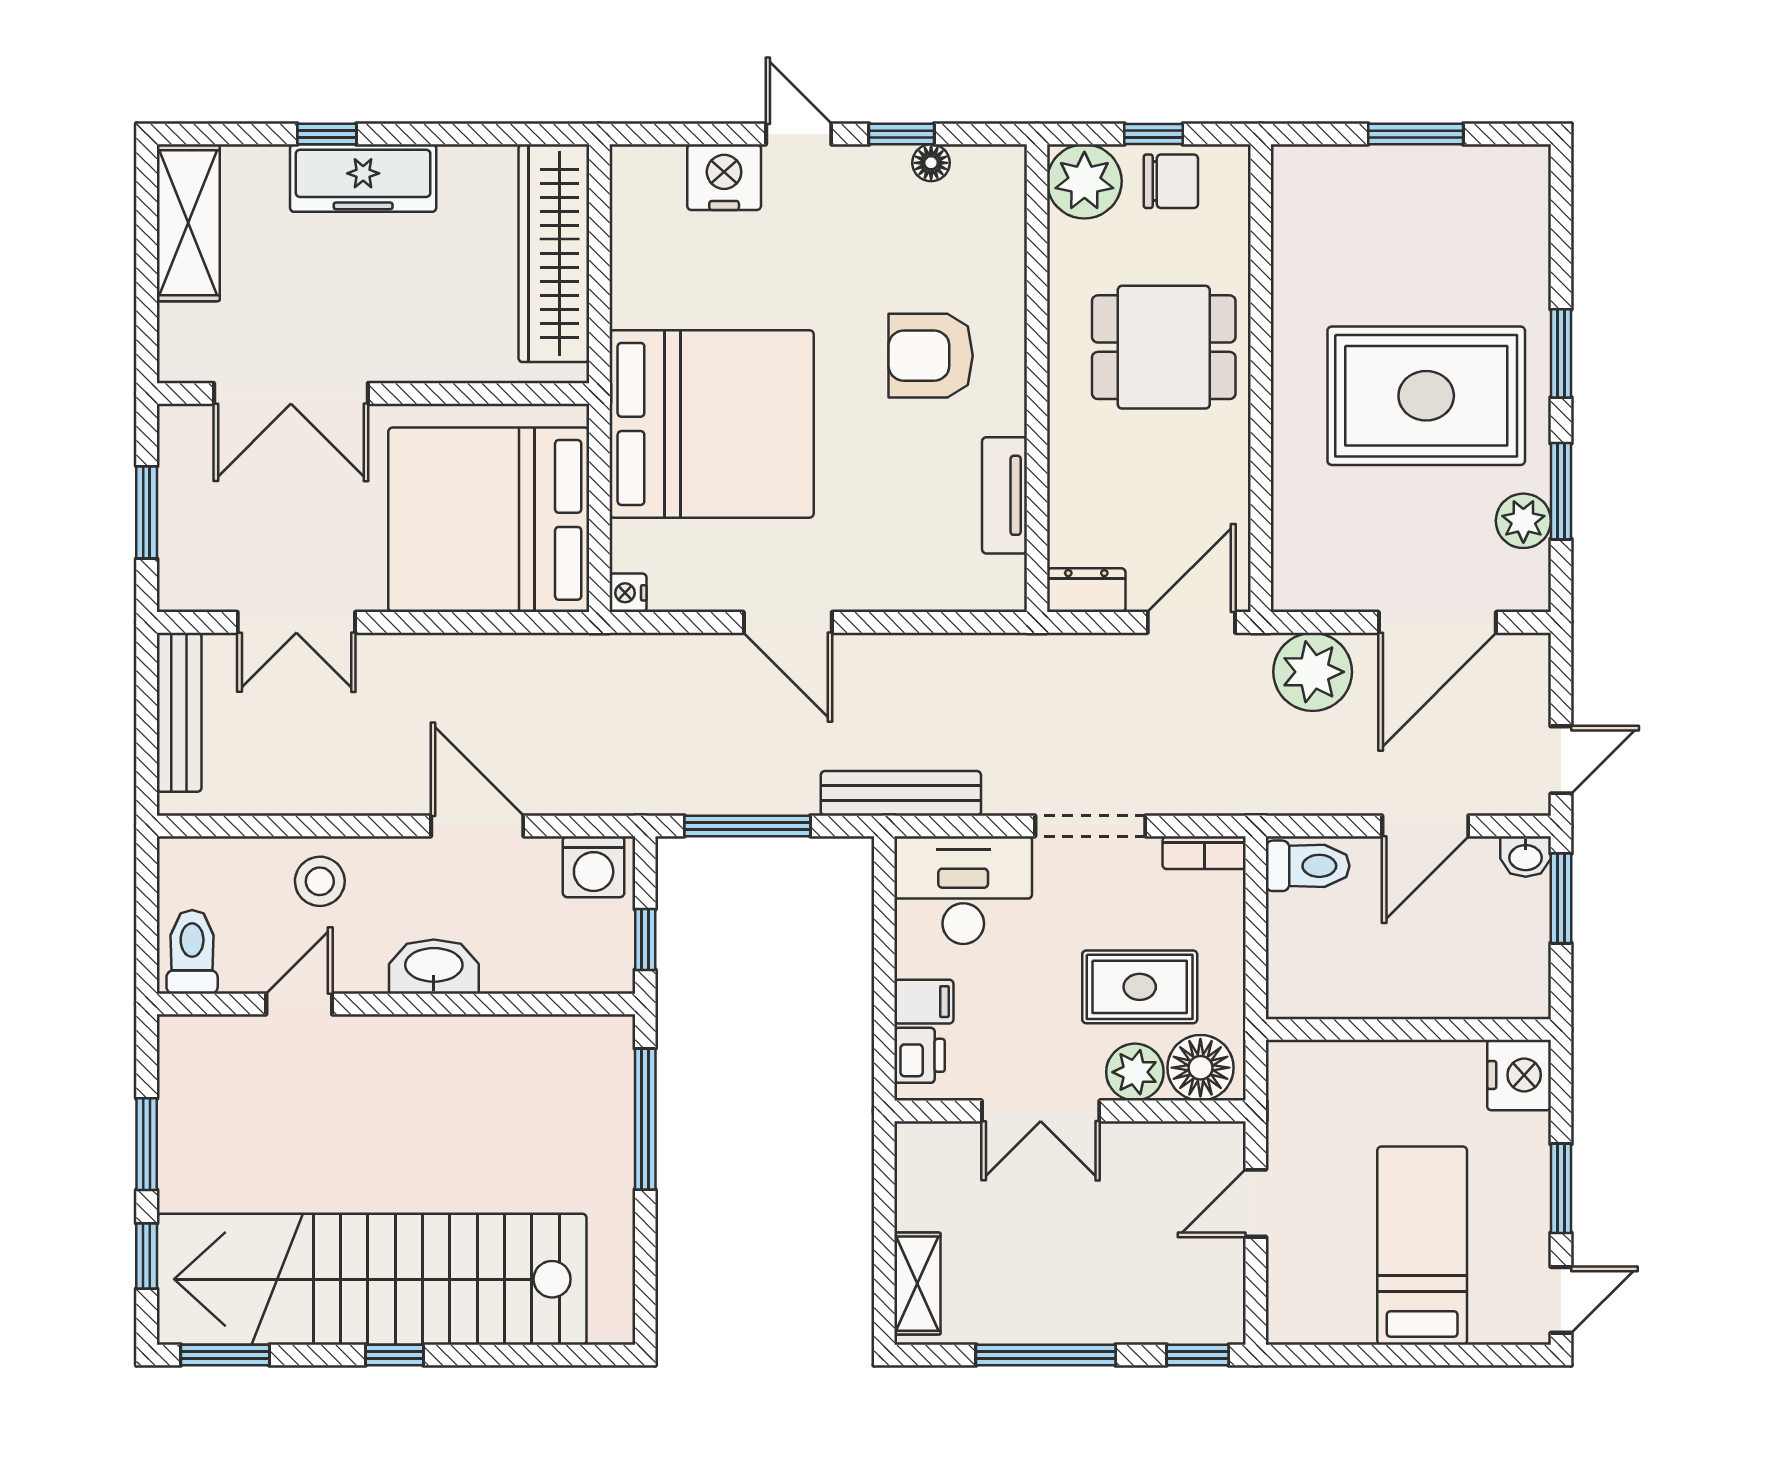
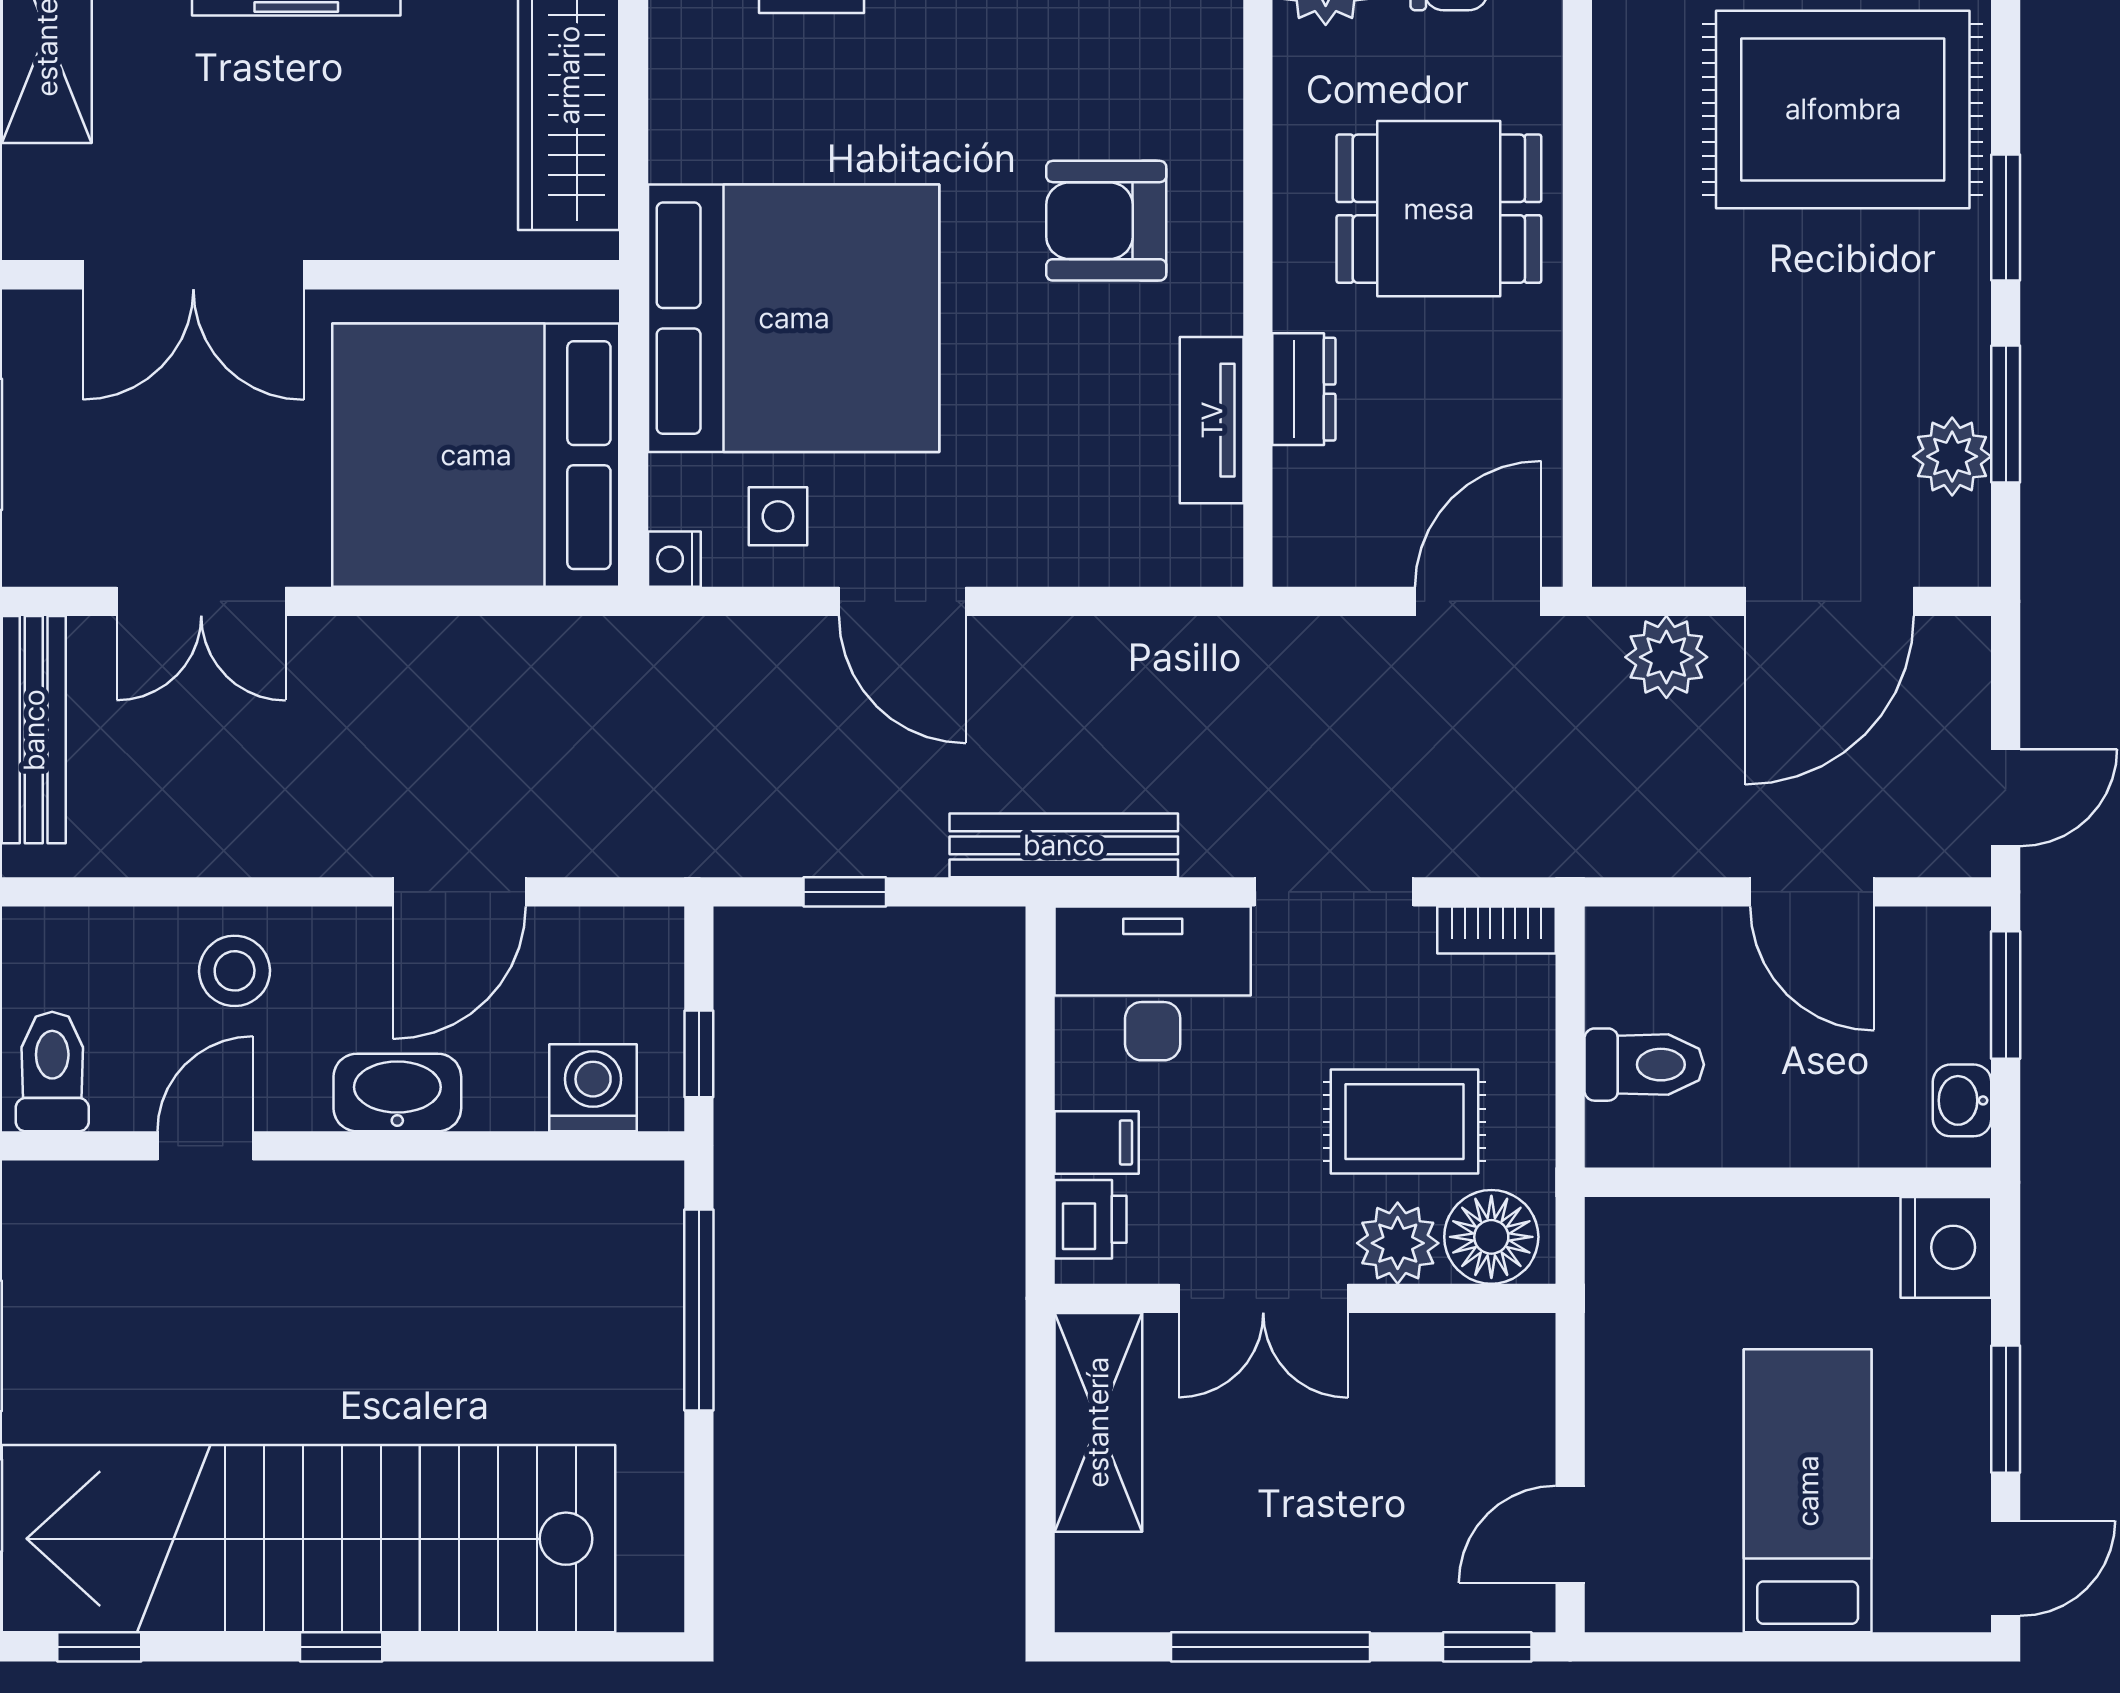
rug: (1426, 396) -> (1843, 109), moved
side table: (701, 563) -> (778, 516), added
dresser: (1086, 590) -> (1304, 389), moved, turned 90
plant: (1313, 672) -> (1666, 657), width x0.73, depth x0.73
door: (477, 826) -> (459, 892), swing flipped
window: (747, 826) -> (845, 892), width x0.46
door: (1425, 826) -> (1812, 892), hinge flipped
washbasin: (1526, 856) -> (1962, 1100), moved, turned 90
toilet: (1308, 866) -> (1644, 1065), moved
washing machine: (594, 867) -> (593, 1088), moved, turned 180
door: (1256, 1203) -> (1570, 1534), moved
shelving: (917, 1284) -> (1098, 1422), moved, width x1.50, depth x1.33
window: (225, 1355) -> (99, 1647), width x0.67

